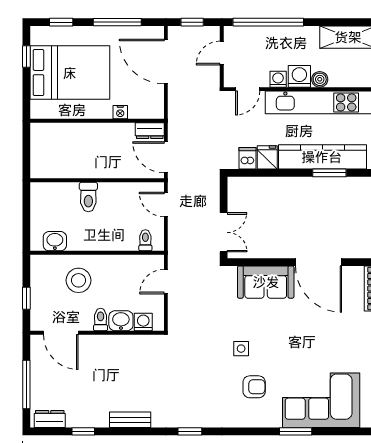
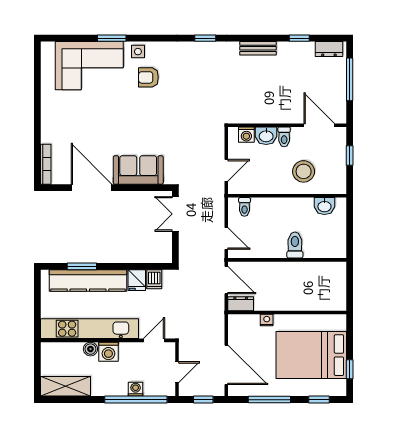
washing machine: (278, 79) -> (136, 389), moved, turned 180
side table: (241, 349) -> (138, 52), moved

